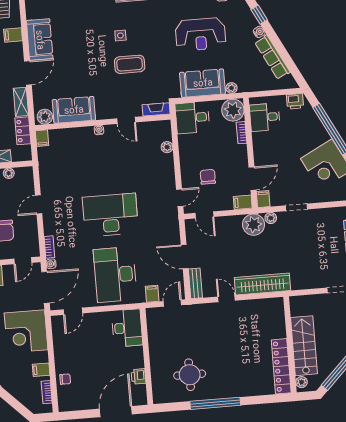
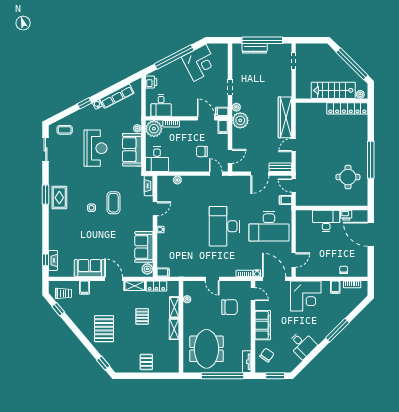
door: (73, 311) -> (294, 260), hinge flipped
desk: (127, 328) -> (326, 221), moved

